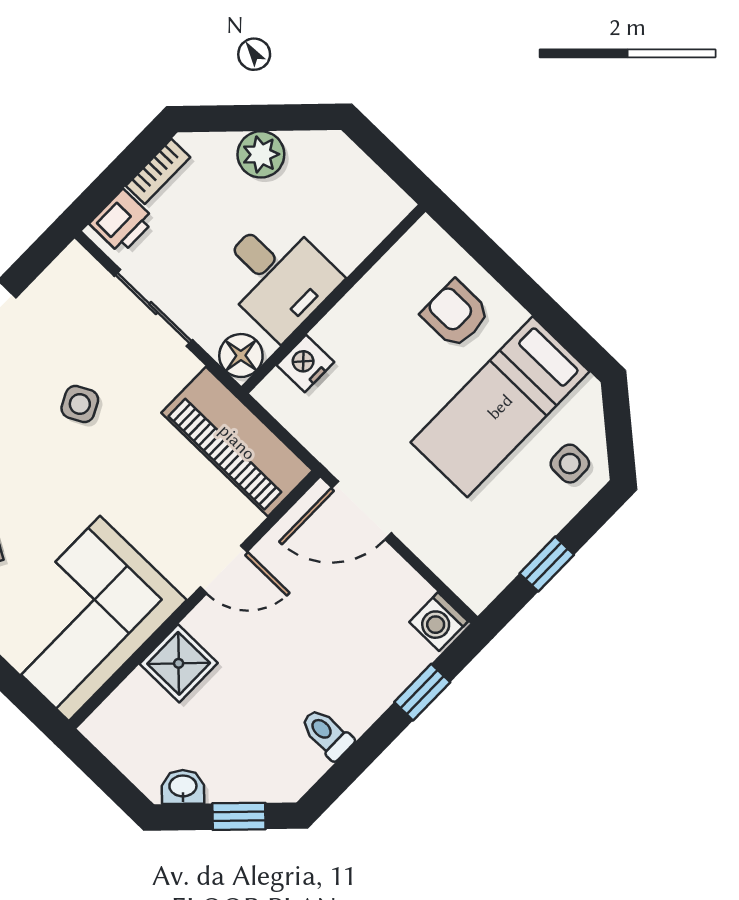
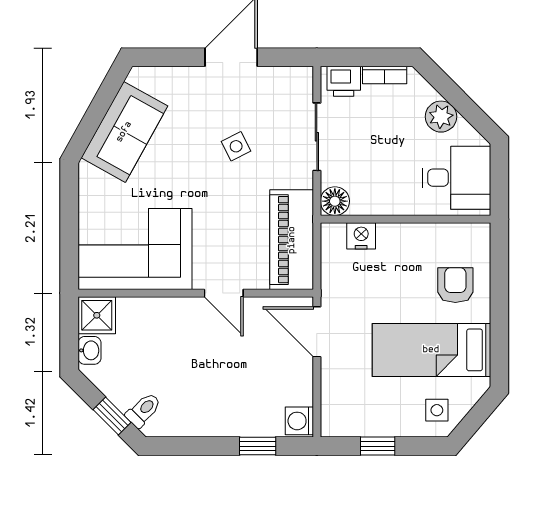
desk: (277, 276) -> (456, 178), moved, turned -90
shower: (179, 663) -> (97, 315), moved
toilet: (327, 734) -> (143, 410), moved, turned 45
washbasin: (183, 787) -> (89, 350), moved, turned 45

